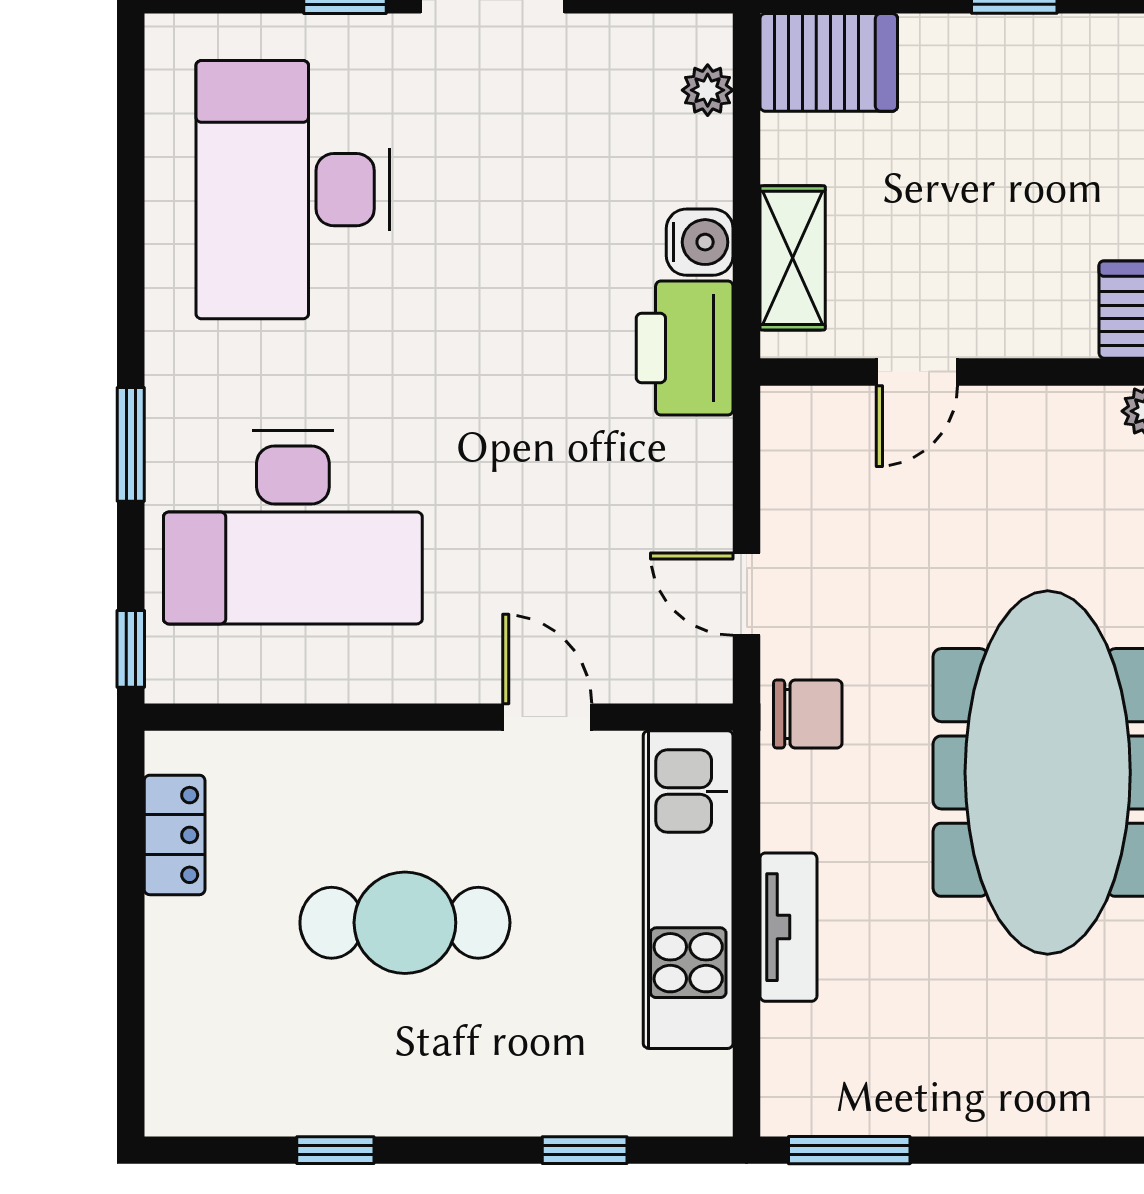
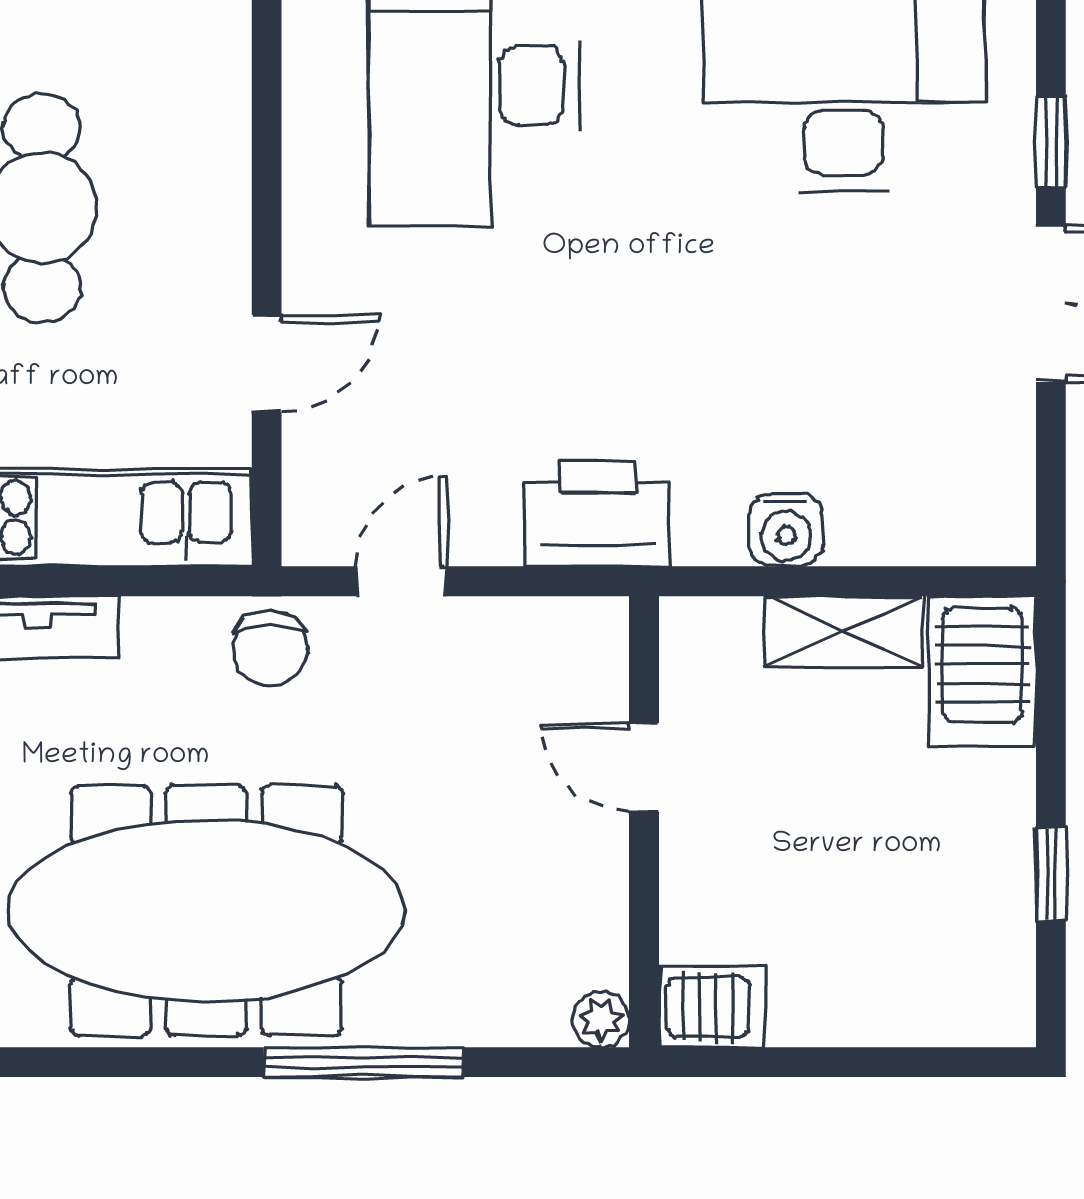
plant: (708, 90) -> (952, 539), removed
shelving: (793, 258) -> (844, 632), moved
printer: (685, 348) -> (597, 514), moved

